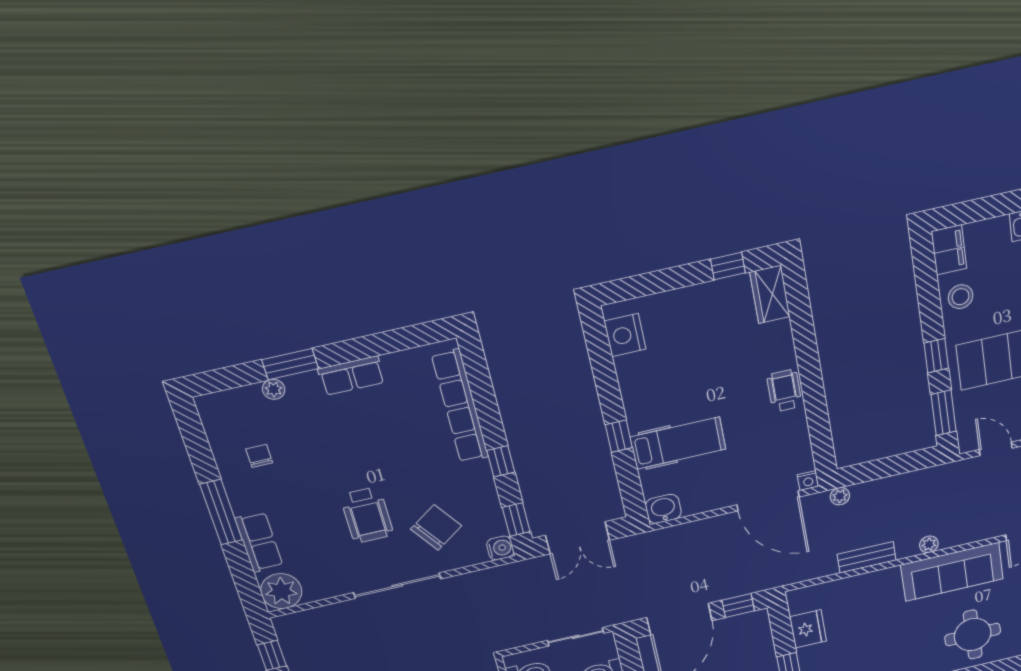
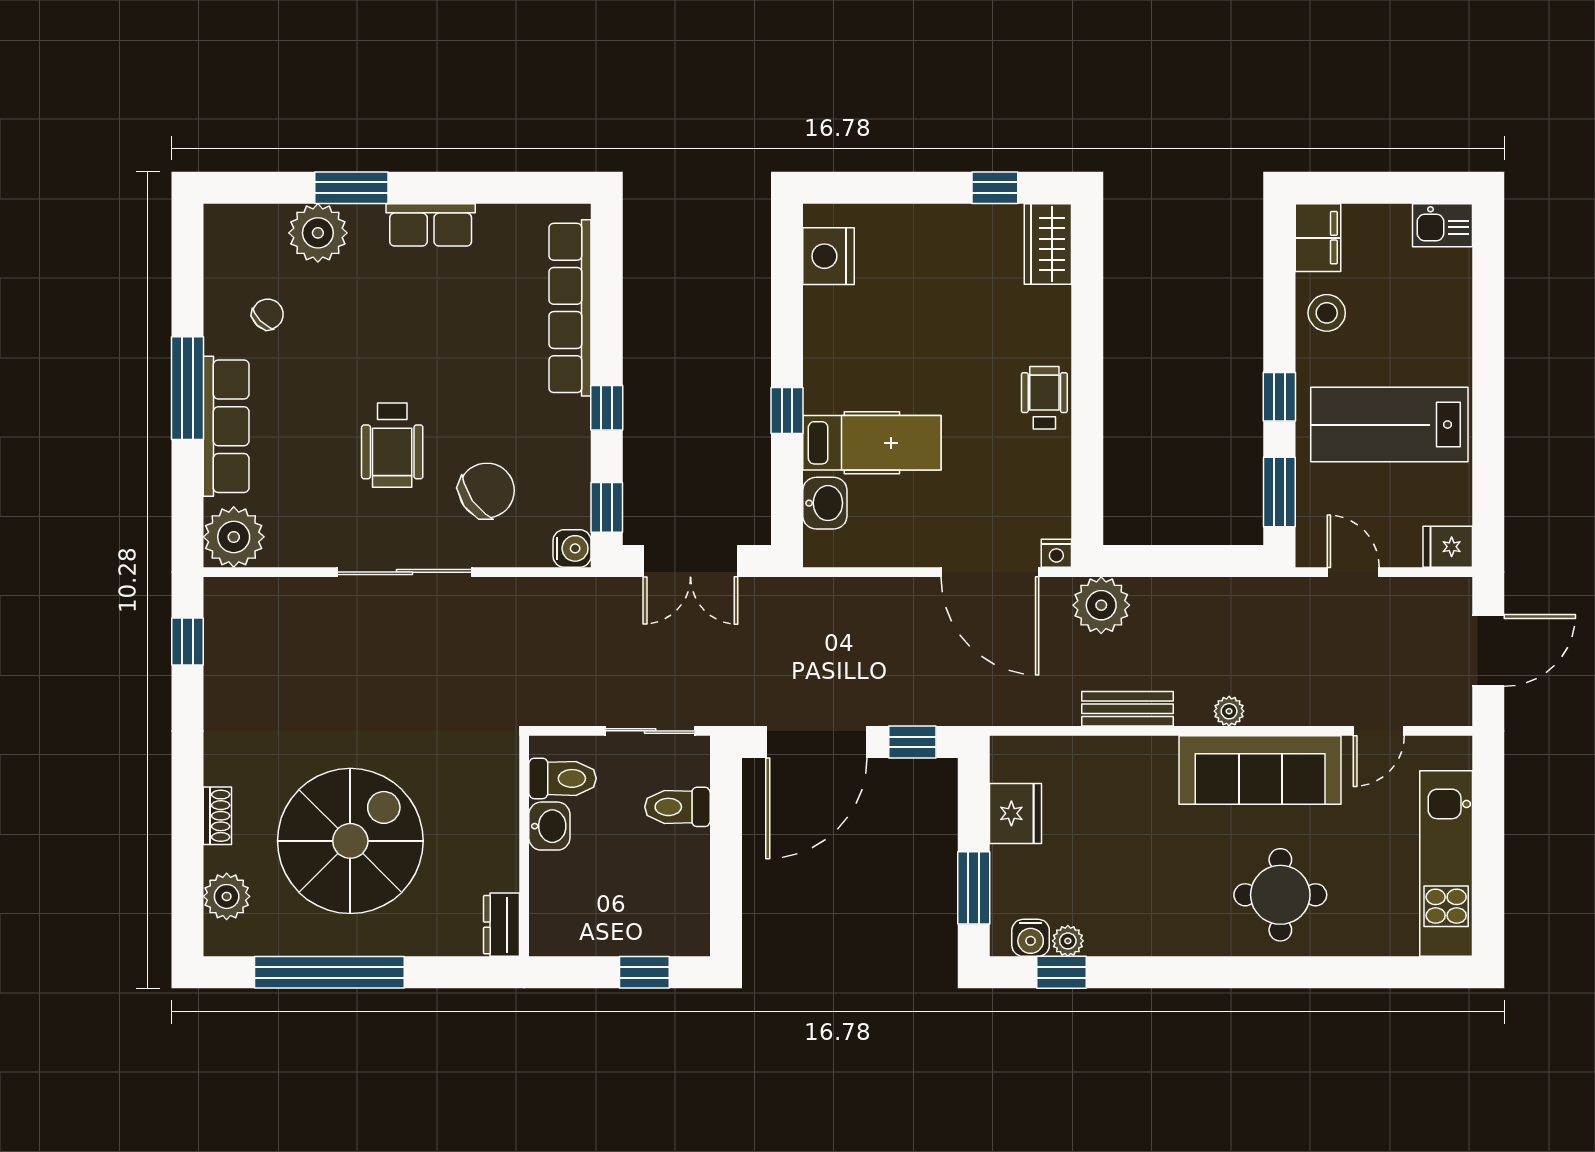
plant: (274, 389) -> (318, 233), width x1.88, depth x1.88
chair: (259, 456) -> (268, 314), turned 45
plant: (840, 496) -> (1101, 605), width x1.88, depth x1.88
washbasin: (663, 509) -> (825, 503), moved, turned 90
row of seats: (259, 542) -> (226, 426), width x1.48

